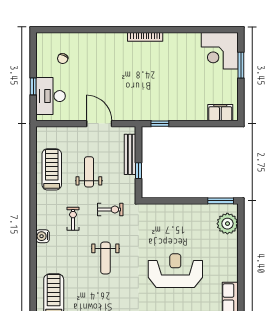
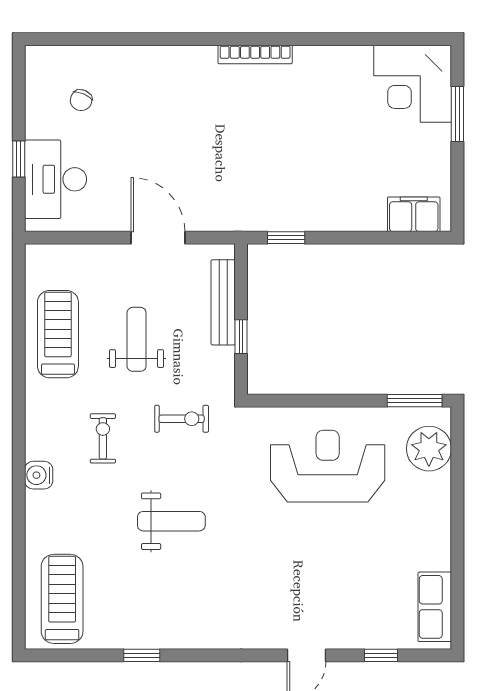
weight bench: (105, 258) -> (171, 521), turned -90
reception desk: (175, 271) -> (328, 466), moved

